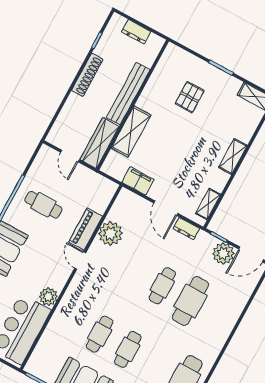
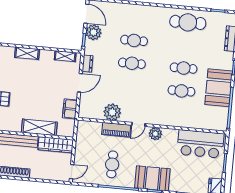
door: (70, 156) -> (72, 172), moved
plant: (48, 297) -> (155, 134), moved
cafe table: (190, 301) -> (134, 40), width x0.73, depth x0.74

